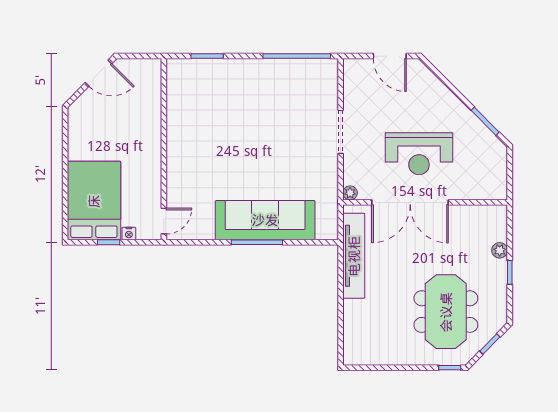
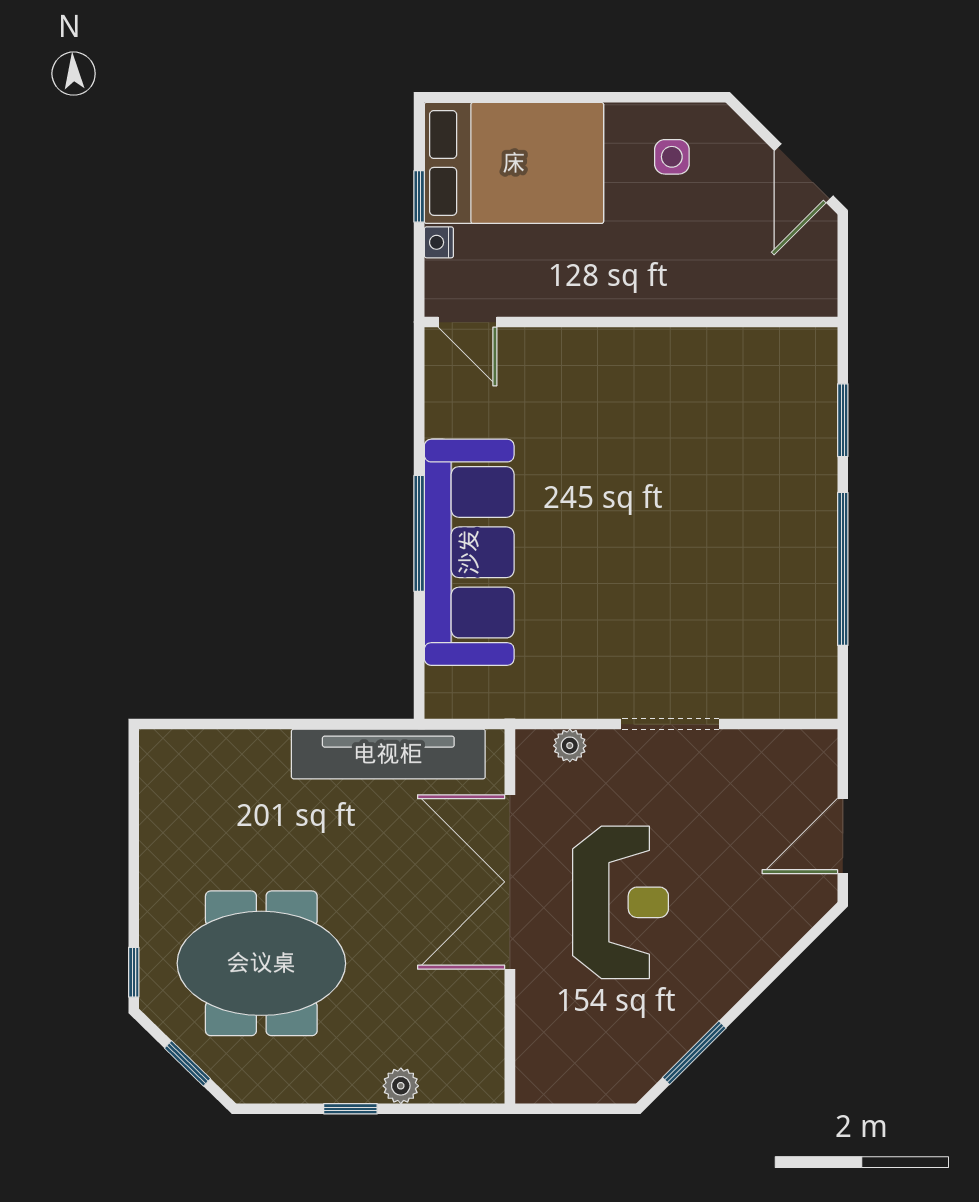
window: (297, 56) -> (843, 569), moved
side table: (91, 131) -> (672, 157), added
reception desk: (419, 154) -> (621, 902), turned 180
plant: (350, 193) -> (570, 746), moved

